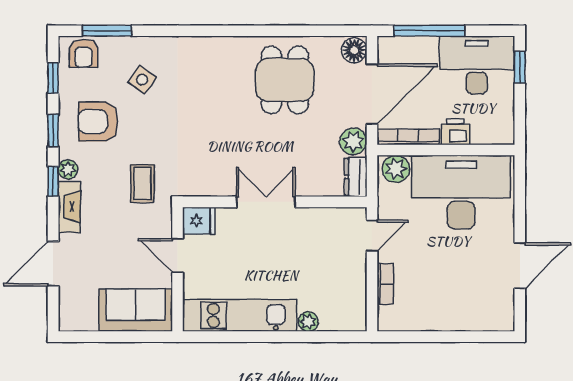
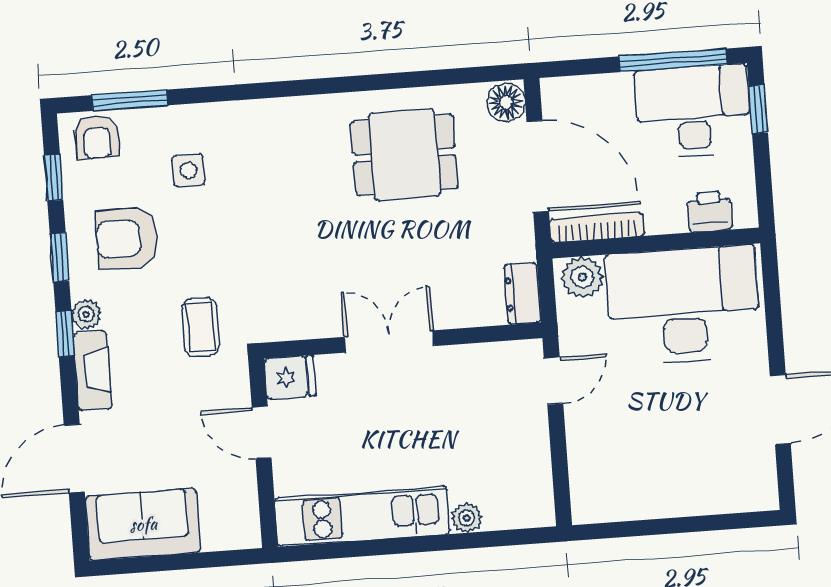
window: (429, 31) -> (673, 60), moved
side table: (142, 80) -> (188, 170), turned -36
dining table: (285, 80) -> (404, 155), turned 90
door: (372, 94) -> (538, 167), hinge flipped
printer: (455, 132) -> (709, 212), moved
plant: (353, 141) -> (515, 240), removed
bookcase: (385, 284) -> (579, 452), removed
sofa: (136, 310) -> (143, 524), moved

